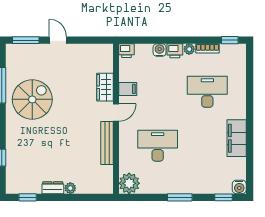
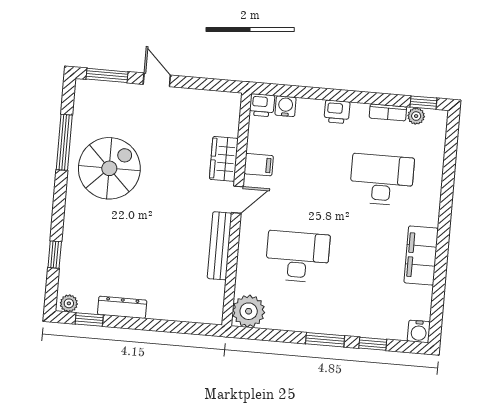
plant: (189, 49) -> (416, 116), moved
water cooler: (160, 50) -> (286, 106), moved
dresser: (53, 188) -> (122, 307), width x1.44
plant: (70, 188) -> (69, 303), moved
window: (224, 197) -> (373, 344), moved

